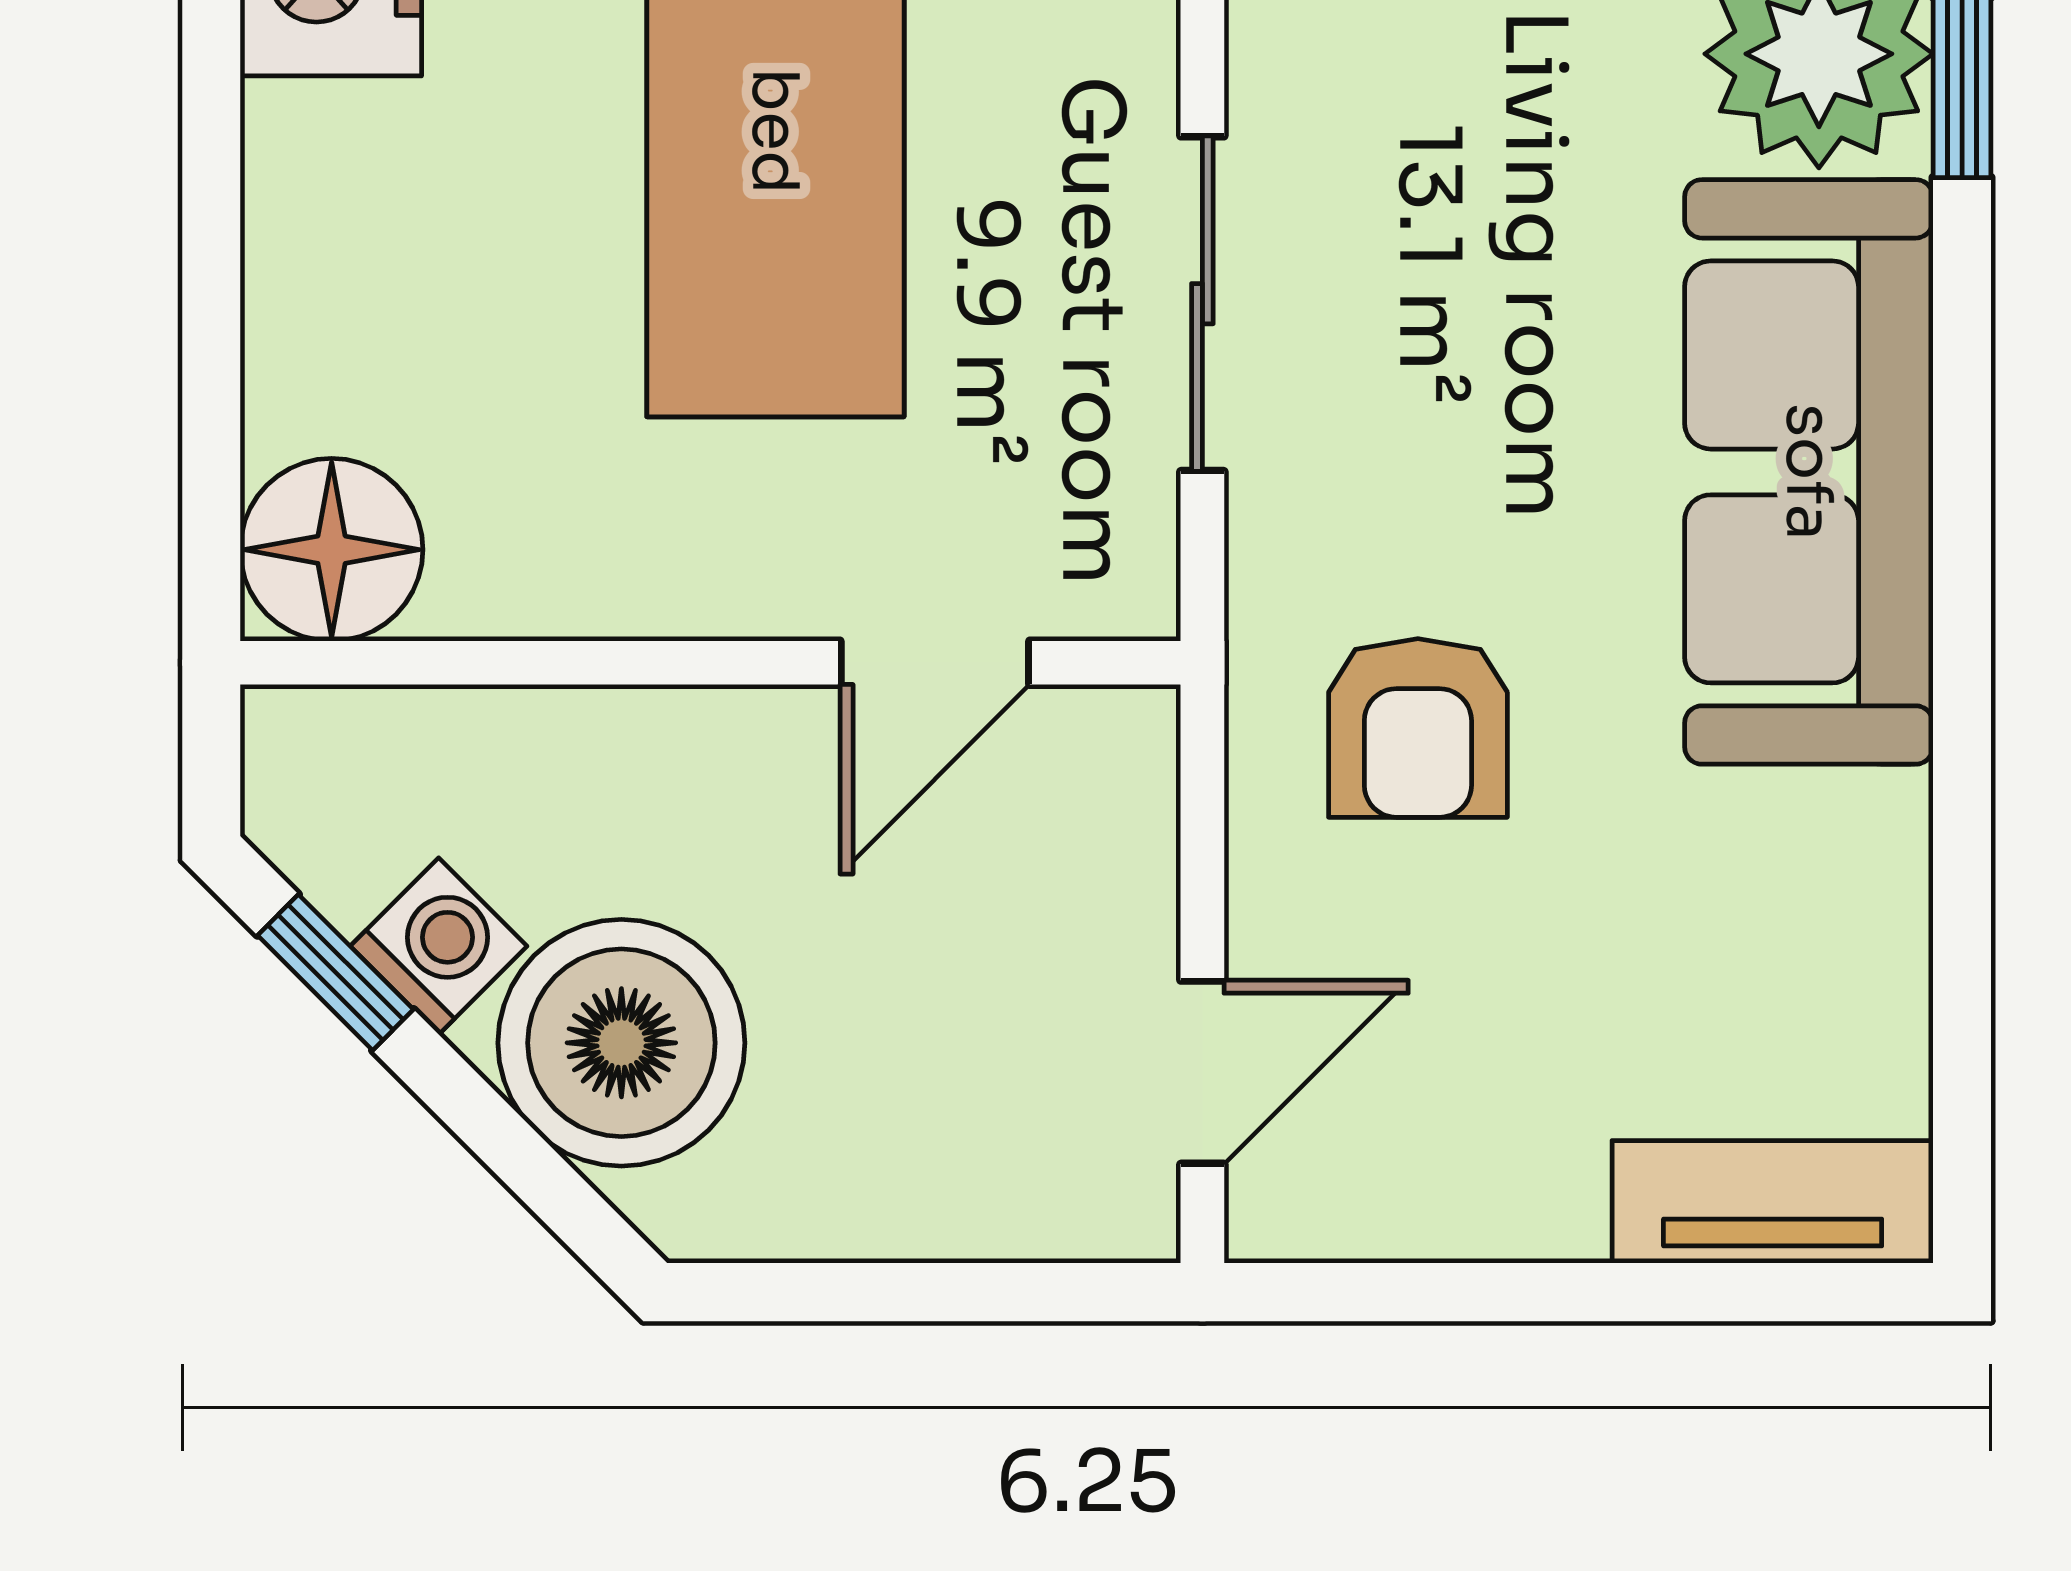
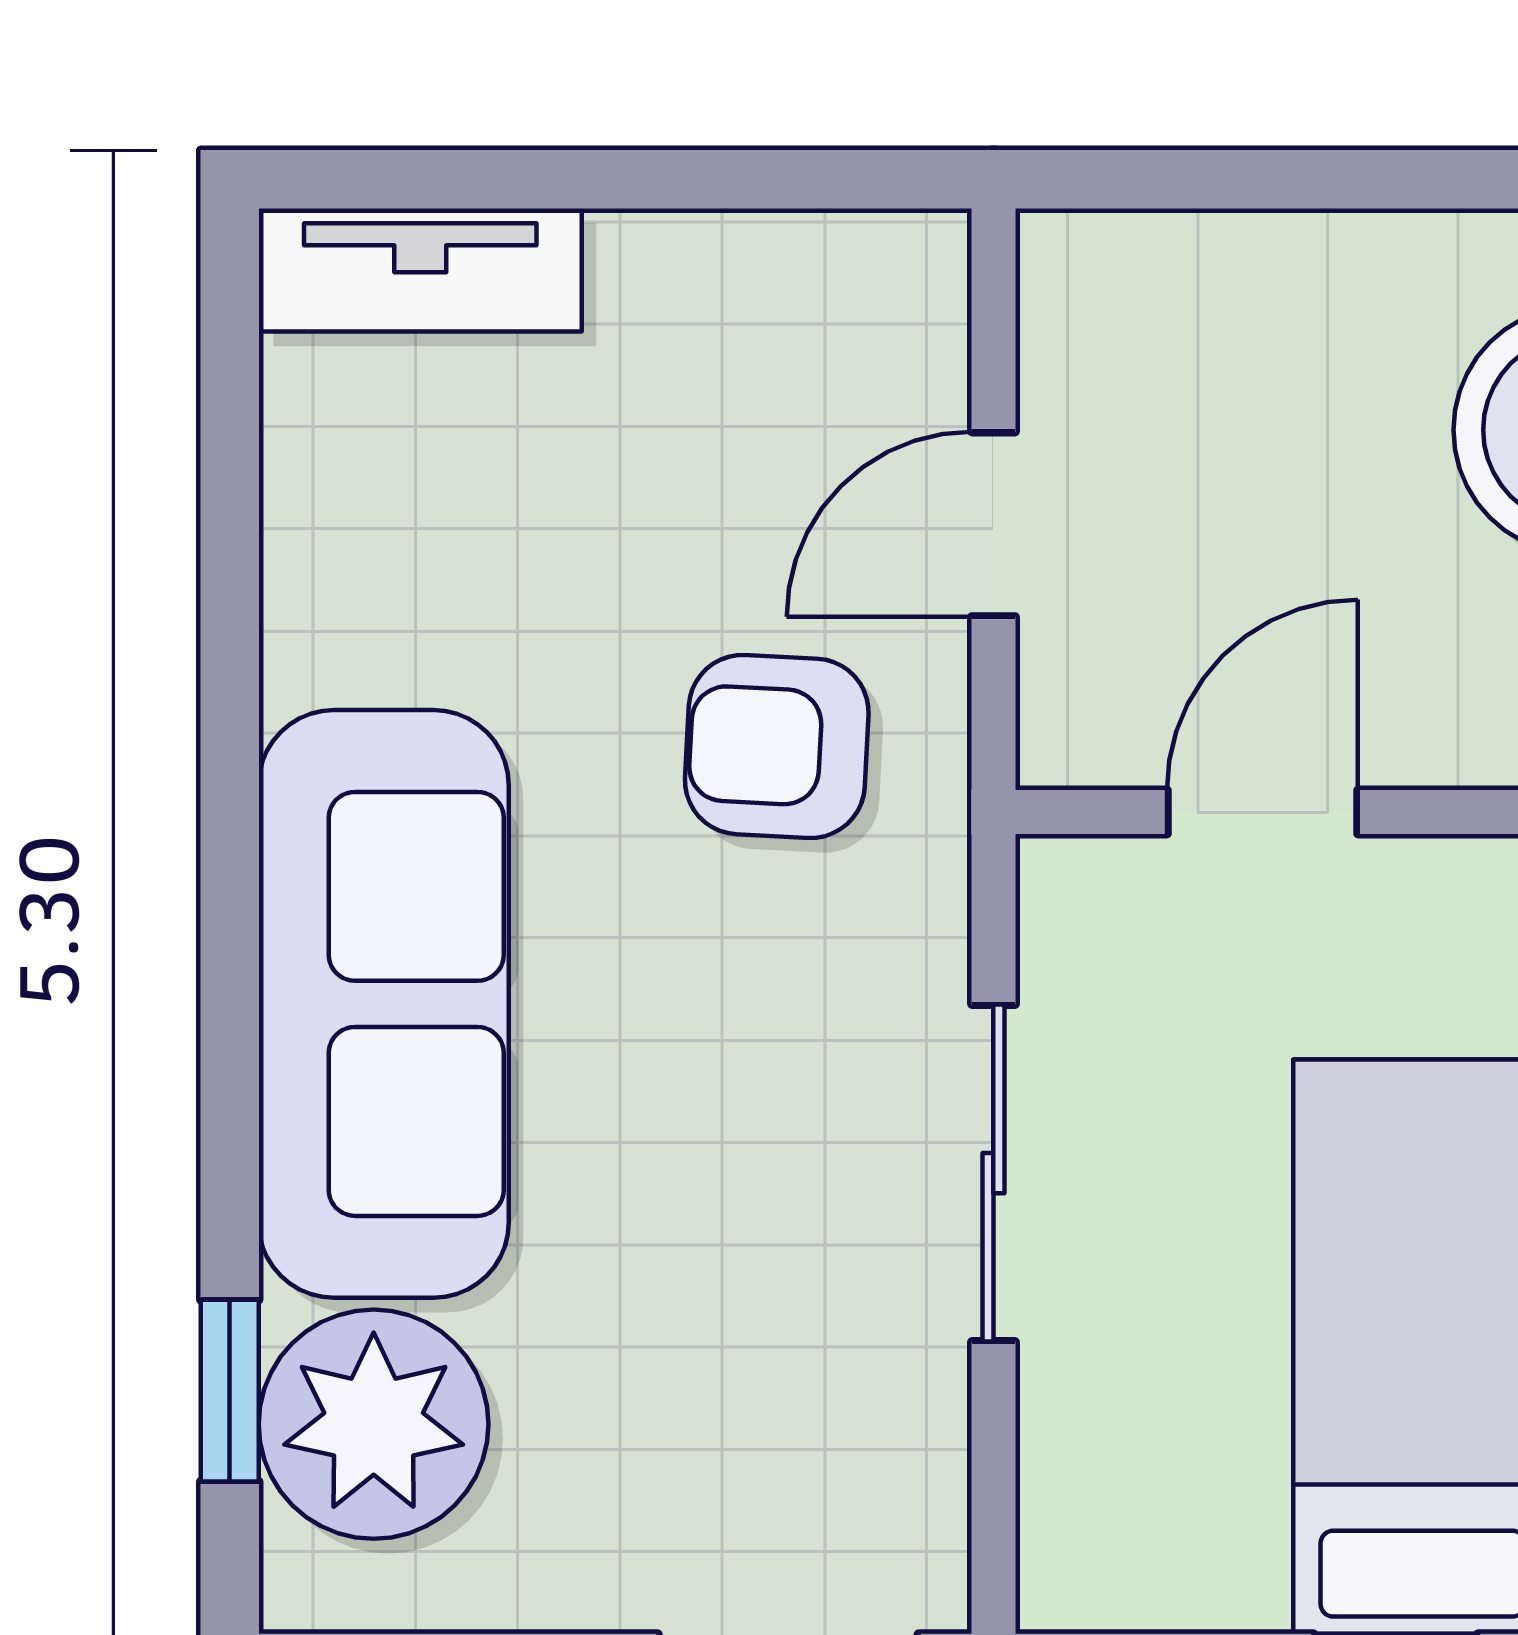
armchair: (1418, 728) -> (777, 746), turned -87
door: (1202, 1072) -> (993, 524), moved

